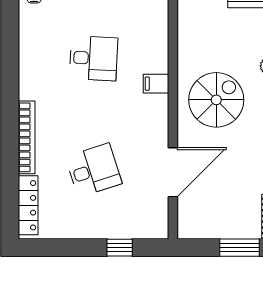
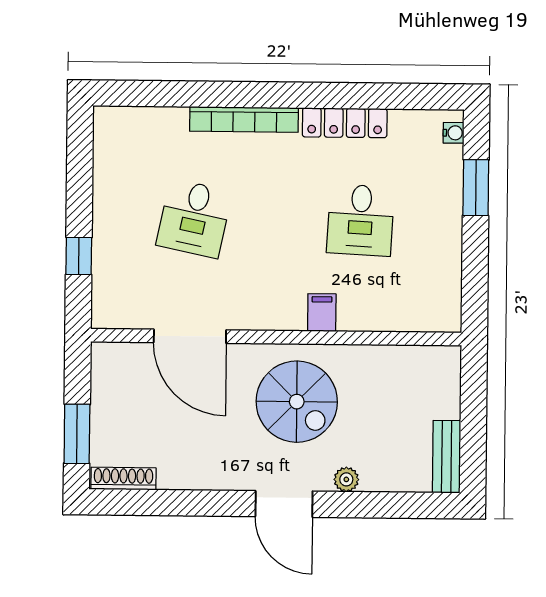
desk: (94, 170) -> (194, 218), turned 30
locker: (28, 205) -> (345, 123), moved

